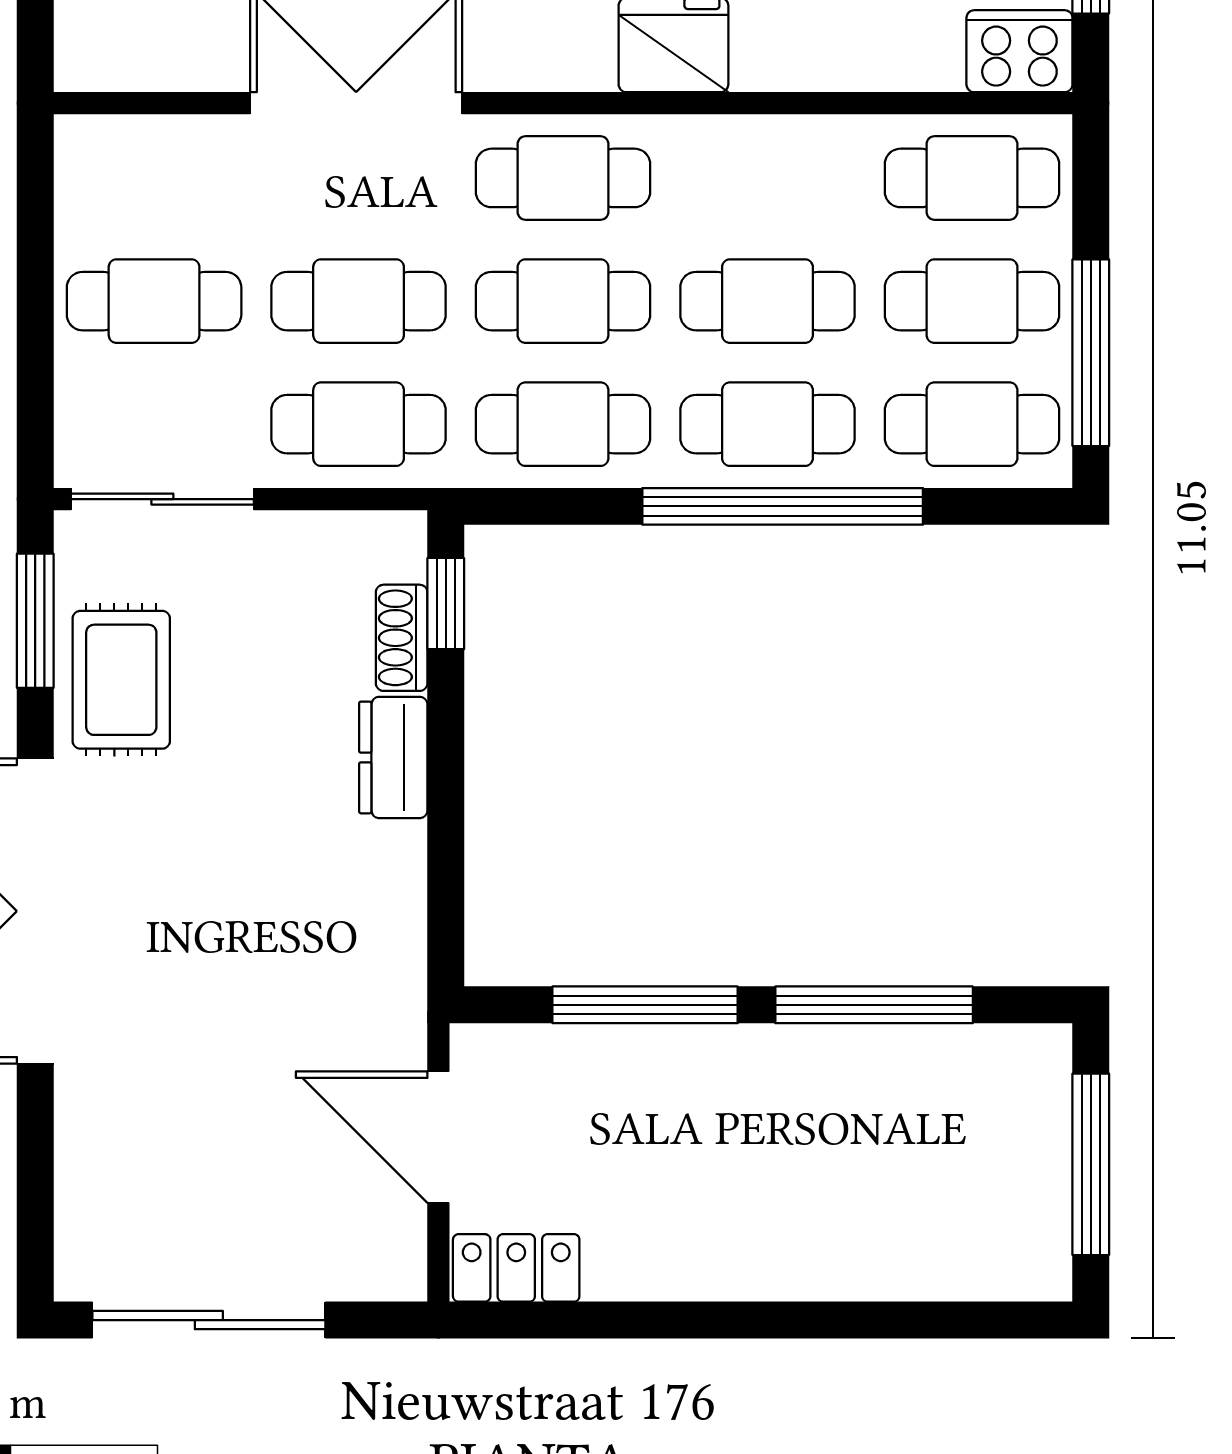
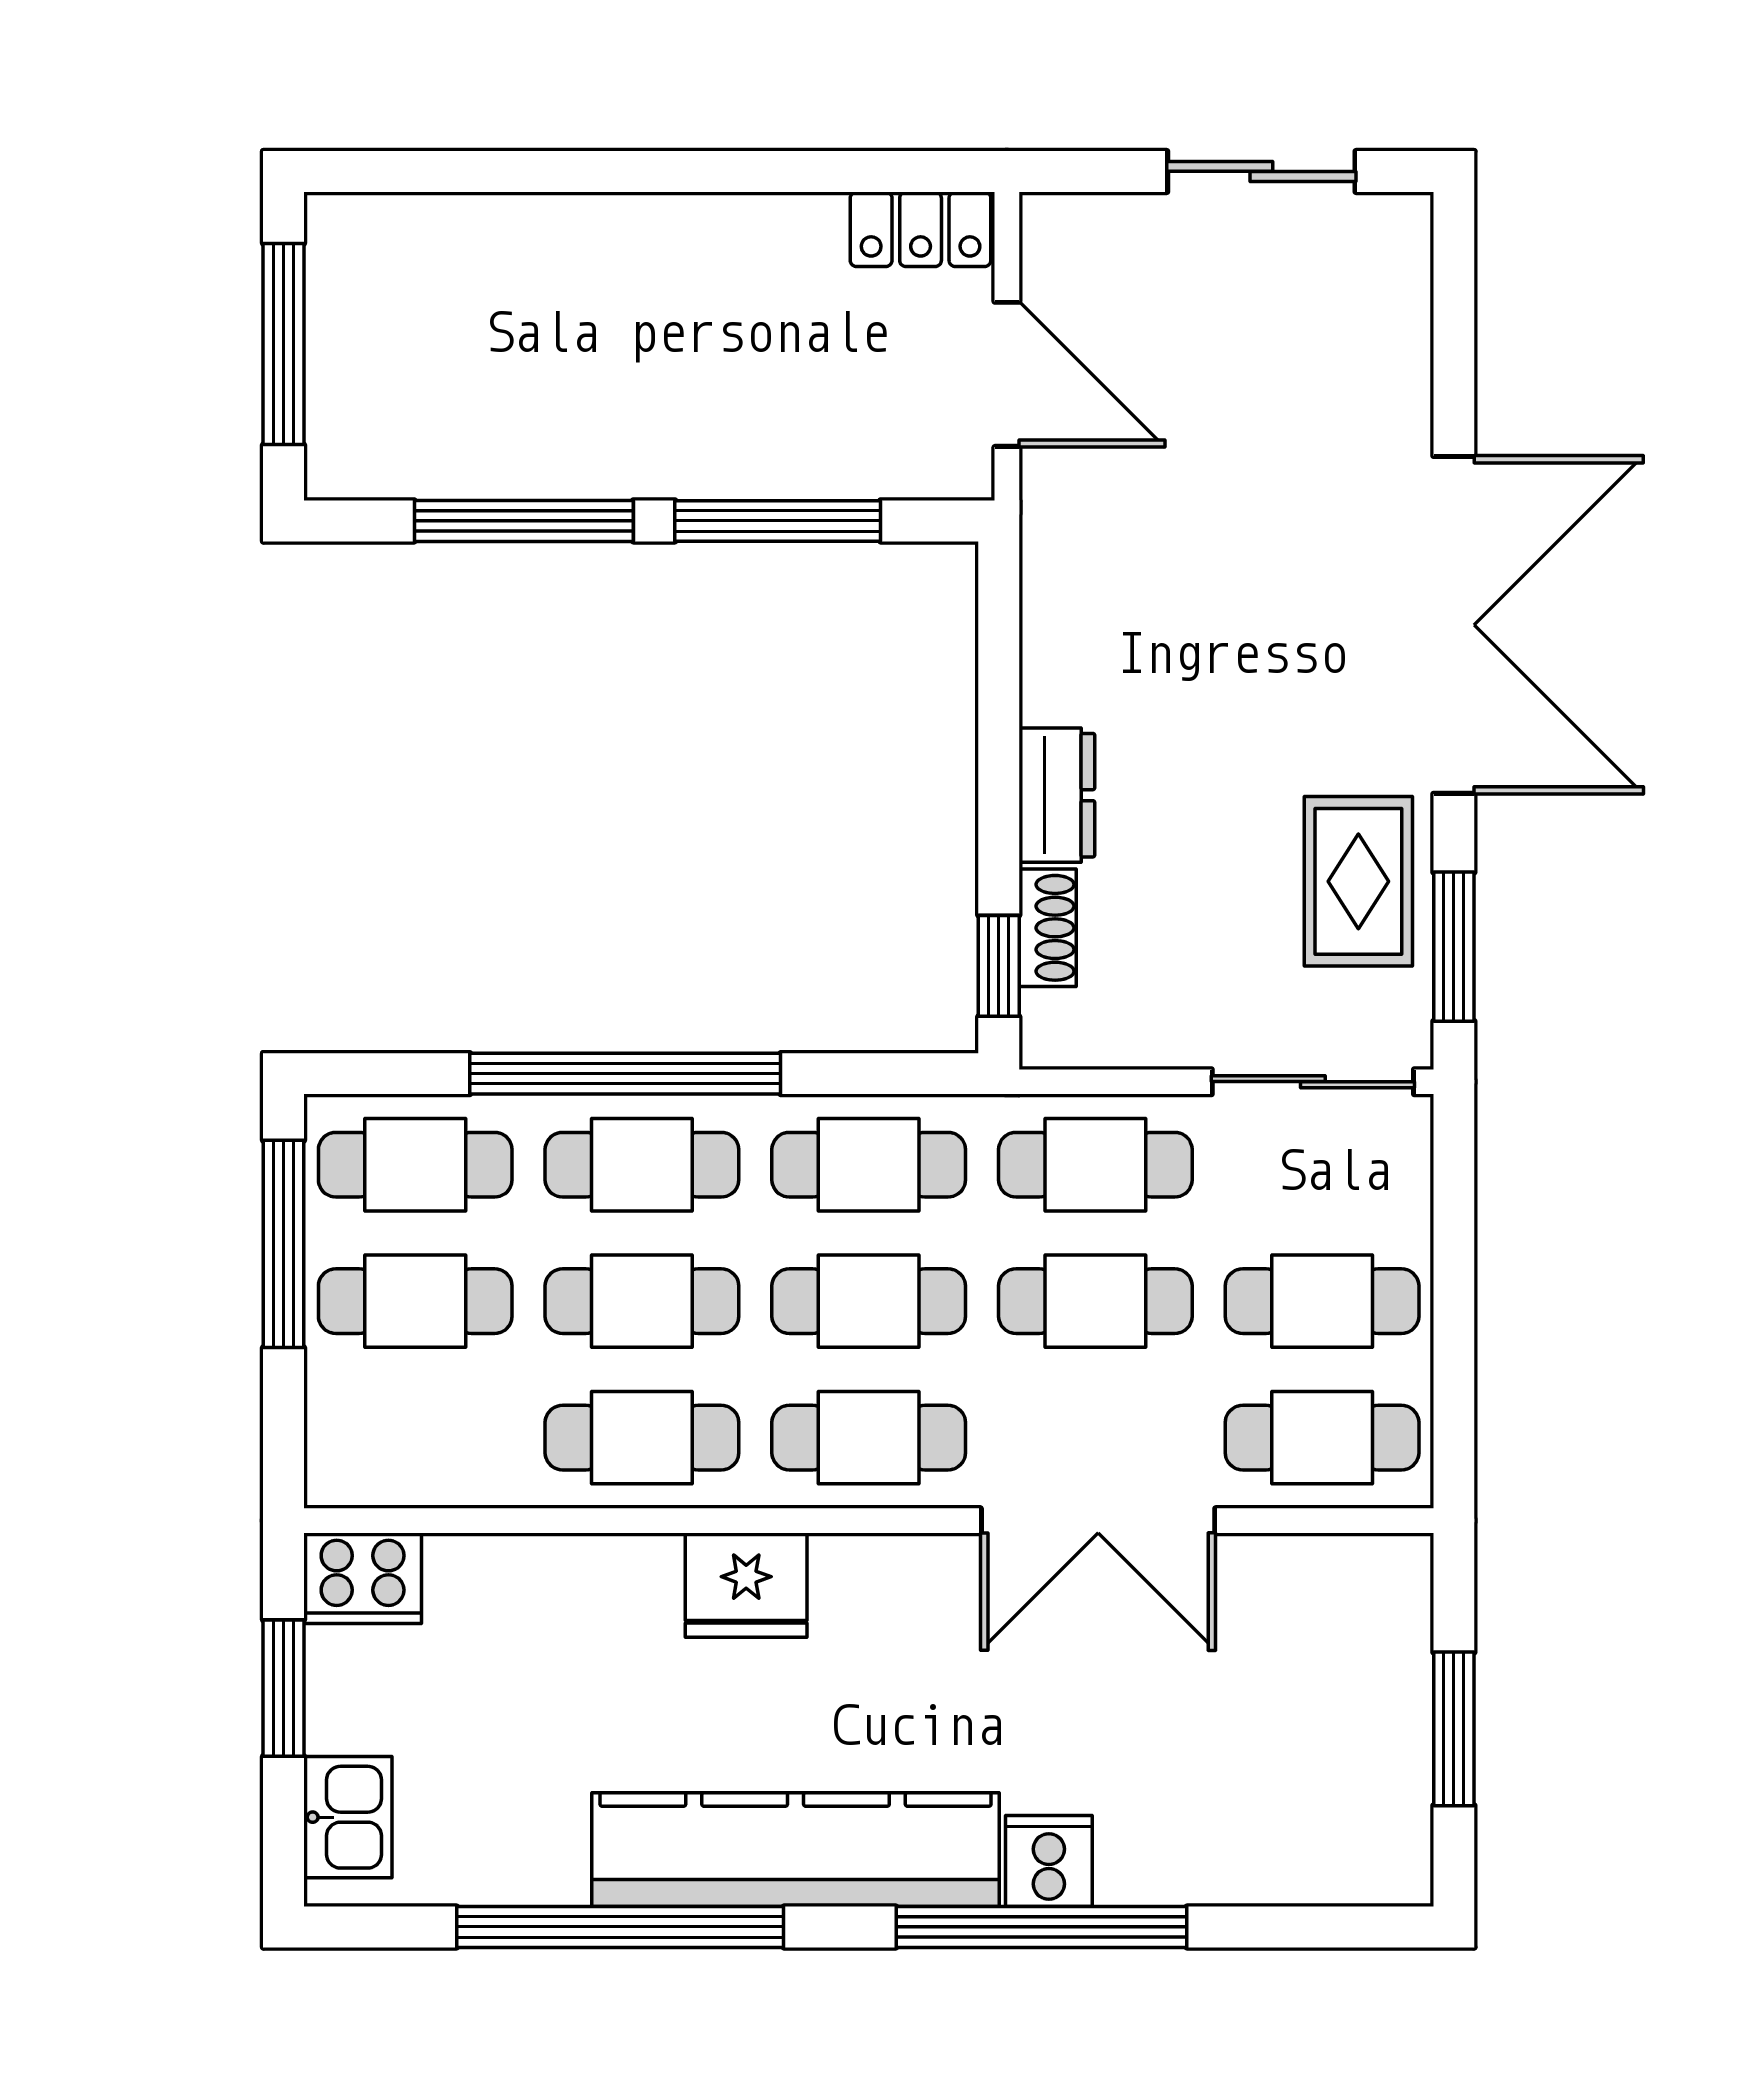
cafe table: (154, 178) -> (1322, 1438), added
cafe table: (972, 178) -> (642, 1438), moved
sliding door: (209, 1320) -> (1261, 171), width x0.73

